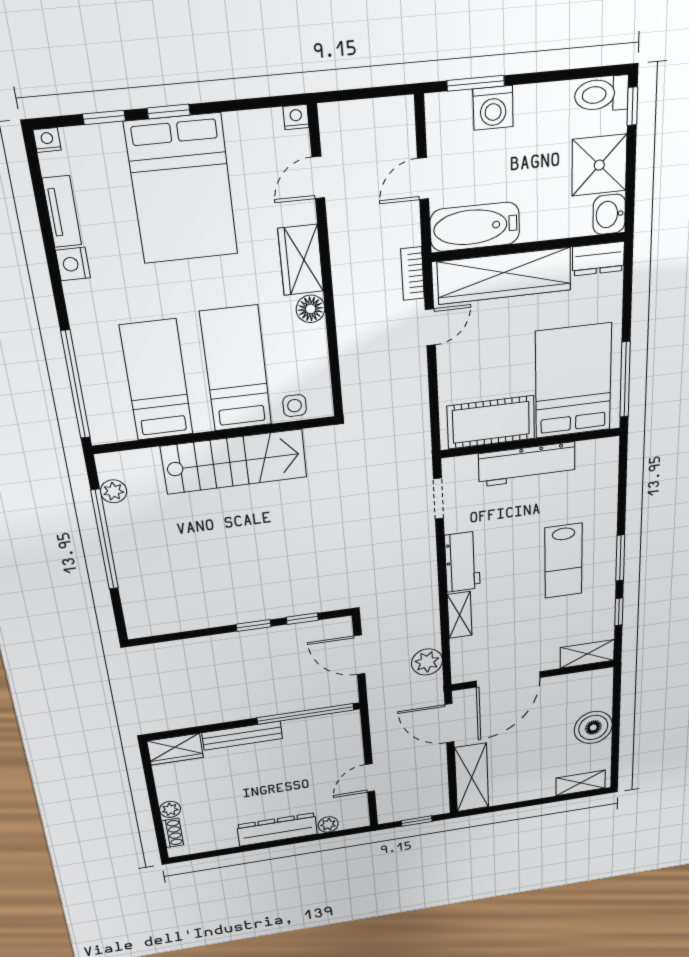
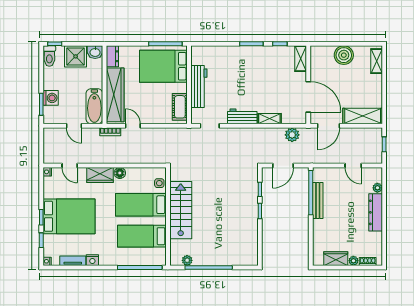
cot: (491, 422) -> (180, 107), width x0.73, depth x0.75
lab bench: (563, 561) -> (249, 70), removed
bench: (242, 736) -> (318, 201), moved
wardrobe: (175, 749) -> (336, 259), moved, turned -90

